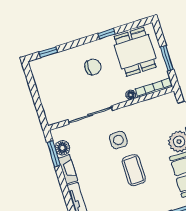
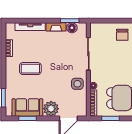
chair: (93, 67) -> (122, 35), moved
side table: (118, 140) -> (77, 84), moved
coffee table: (134, 170) -> (30, 69), moved

